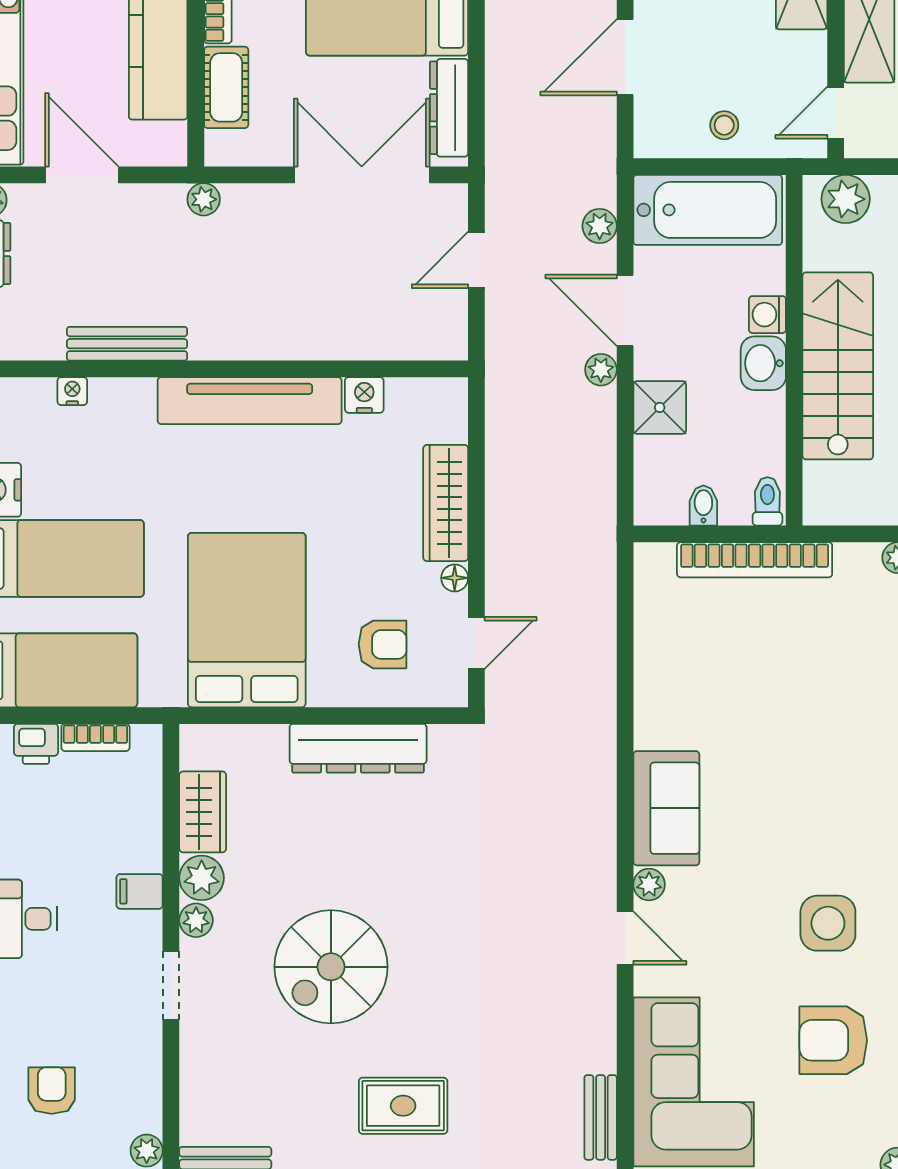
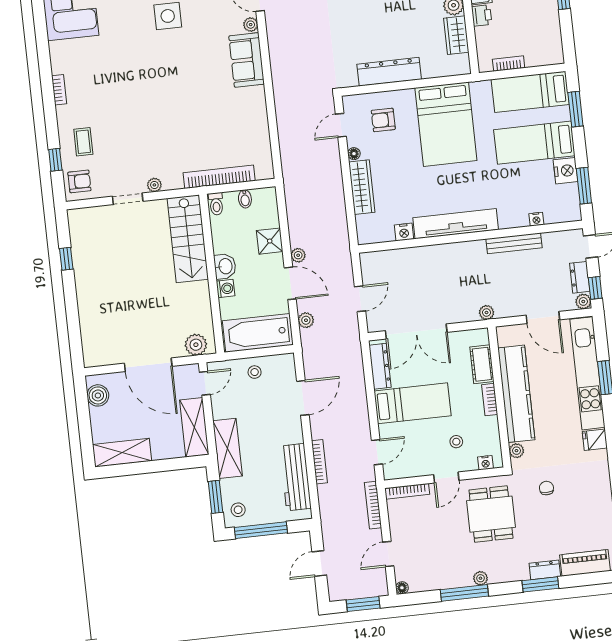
stairs: (838, 366) -> (188, 239), moved
printer: (36, 744) -> (482, 15), moved, turned 90

